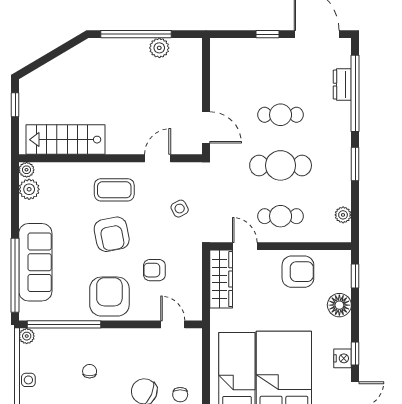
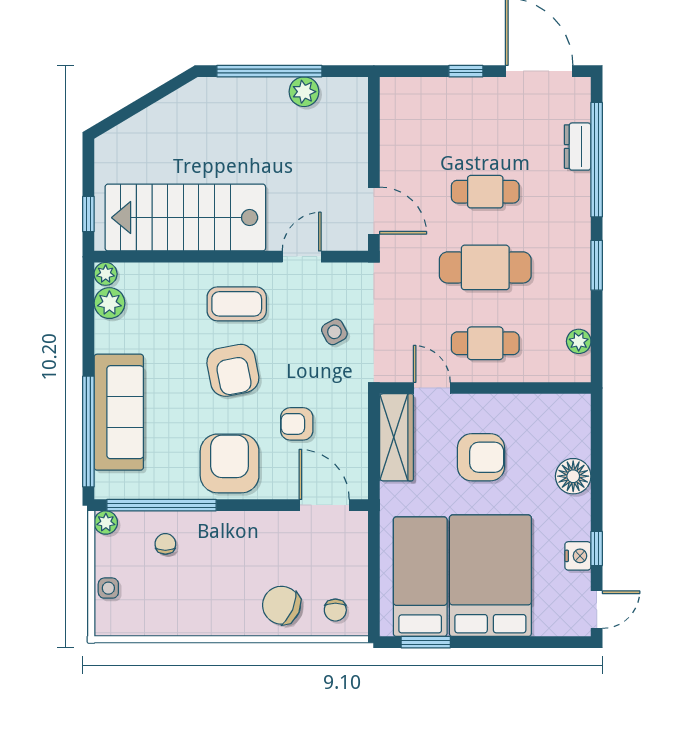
window: (15, 105) -> (88, 214), moved
stairs: (66, 140) -> (185, 218), width x1.36, depth x1.51
armchair: (298, 272) -> (481, 457), moved
window: (355, 276) -> (597, 433), removed
door: (173, 324) -> (324, 505), width x1.38
chair: (90, 371) -> (165, 544), moved

